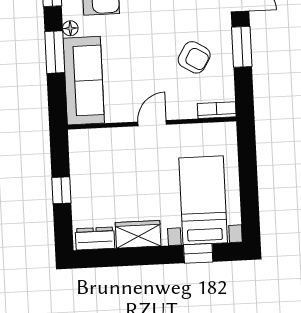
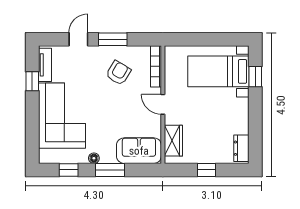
sofa: (84, 81) -> (139, 151), width x0.73
bookcase: (217, 110) -> (156, 66), width x1.56
wardrobe: (138, 234) -> (173, 141), moved, turned 180

